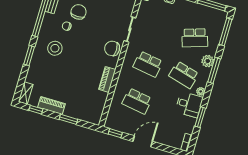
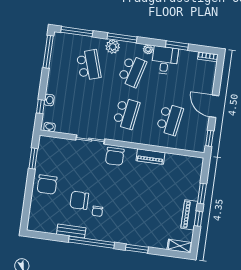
stool: (55, 48) -> (124, 221), removed
window: (36, 110) -> (198, 219), moved

